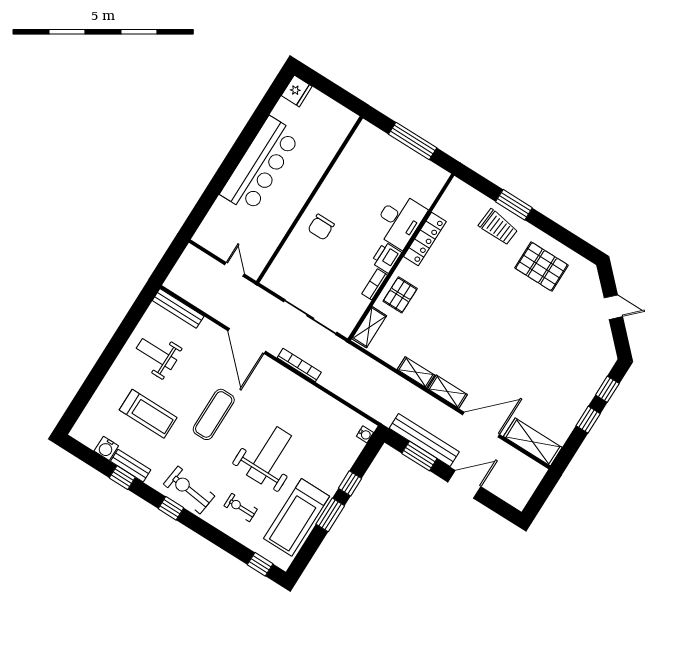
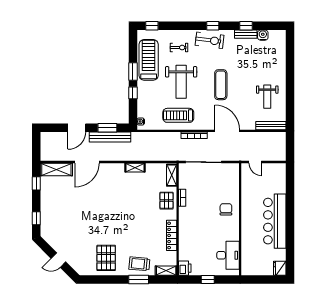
window: (413, 141) -> (208, 280), width x0.46
desk: (399, 220) -> (228, 255), moved, turned 180
printer: (386, 257) -> (185, 268), moved
pallet: (541, 267) -> (106, 258), turned 90
weight bench: (157, 354) -> (267, 97), turned 90
shelving: (447, 392) -> (166, 271), moved
treadmill: (148, 414) -> (178, 115), moved
window: (588, 420) -> (36, 183), moved

